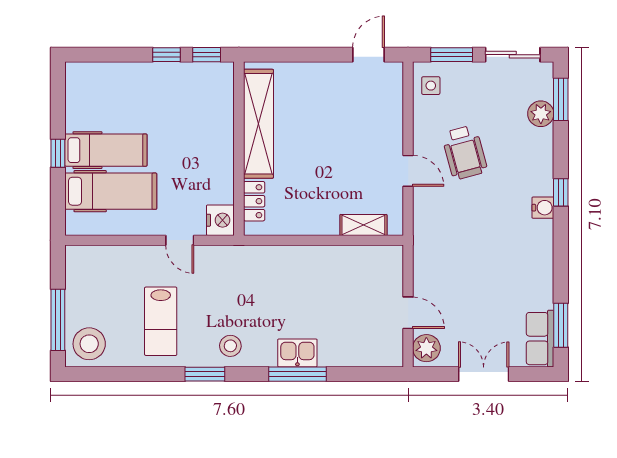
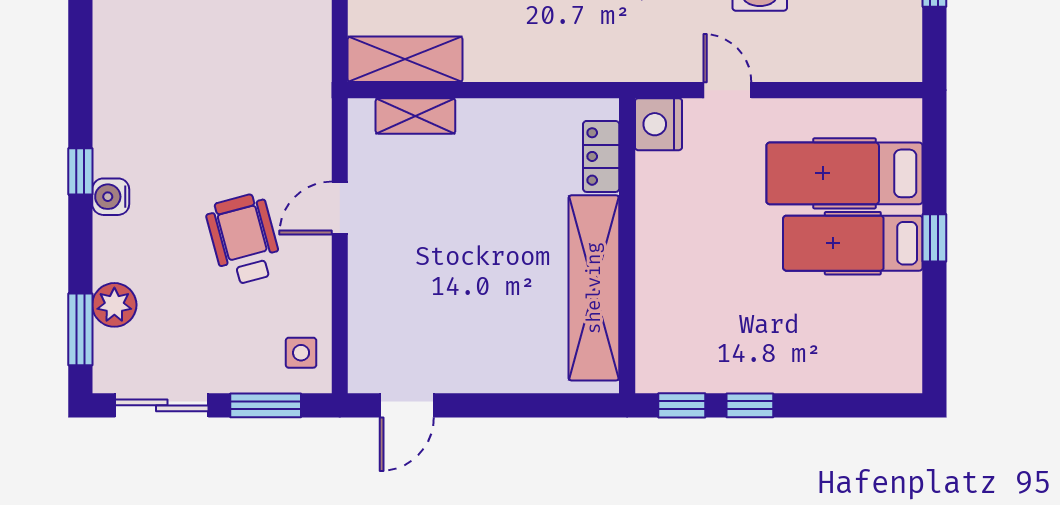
door: (408, 171) -> (340, 208), hinge flipped
water cooler: (543, 208) -> (111, 197), moved
shelving: (370, 258) -> (405, 59), added

